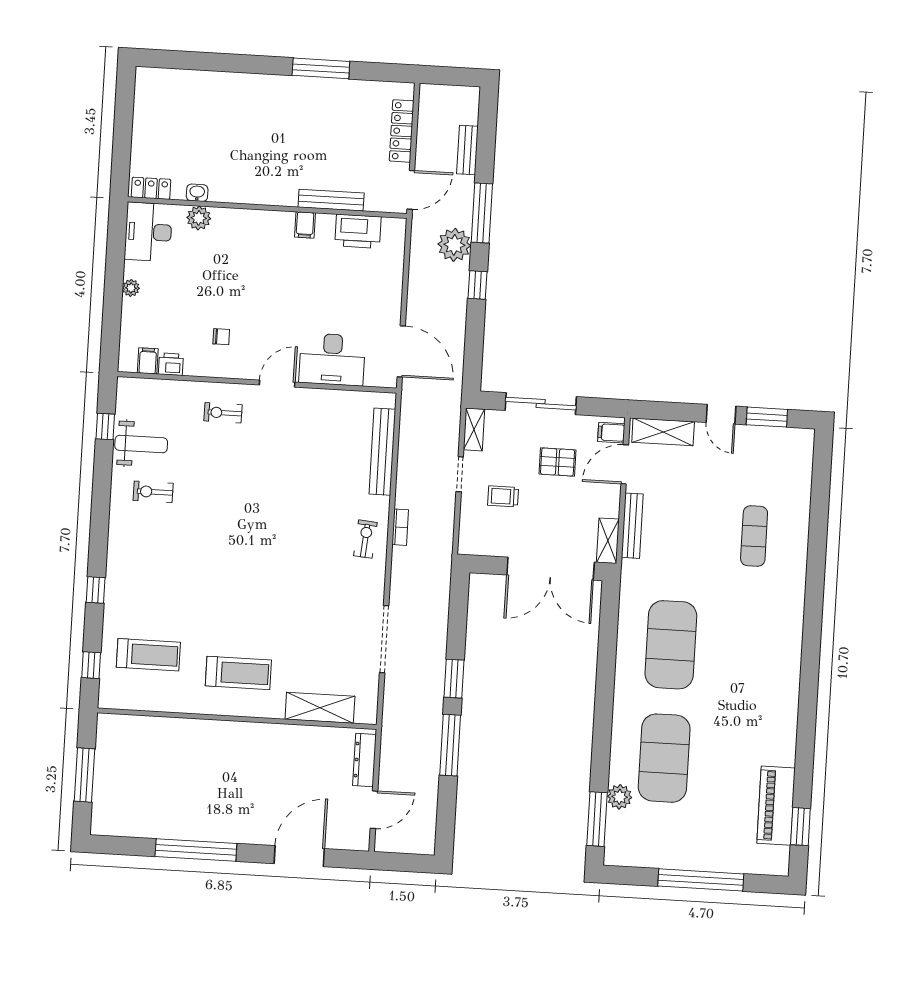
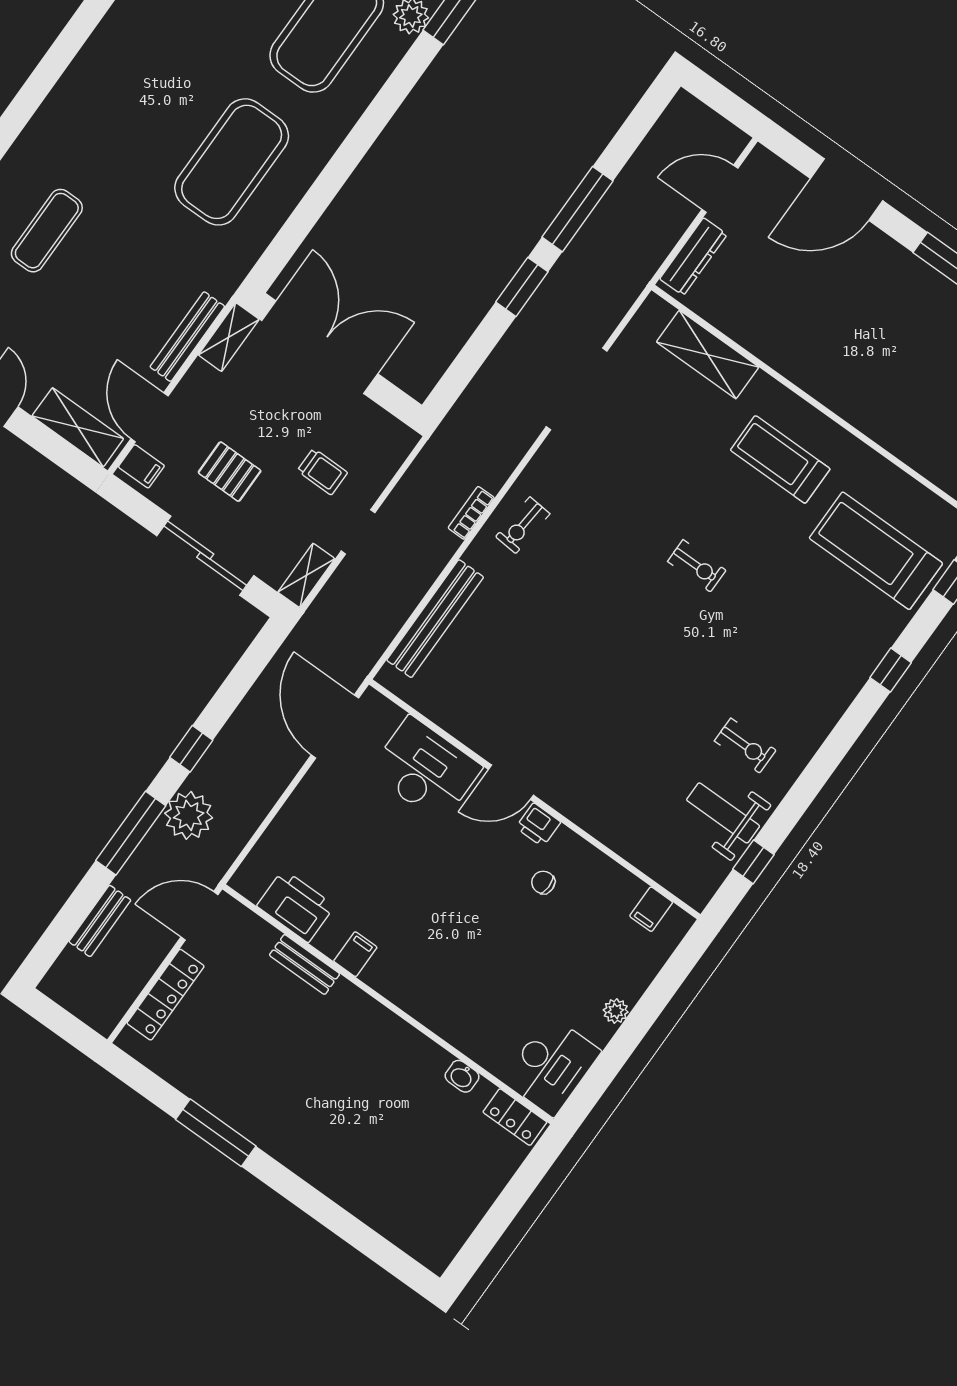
bench: (331, 200) -> (305, 964), width x0.73
plant: (199, 218) -> (479, 1044), removed
printer: (171, 364) -> (538, 825), moved
exercise bike: (223, 413) -> (697, 566), moved
door: (625, 464) -> (150, 417), swing flipped
treadmill: (148, 655) -> (876, 551), width x1.37, depth x1.38

